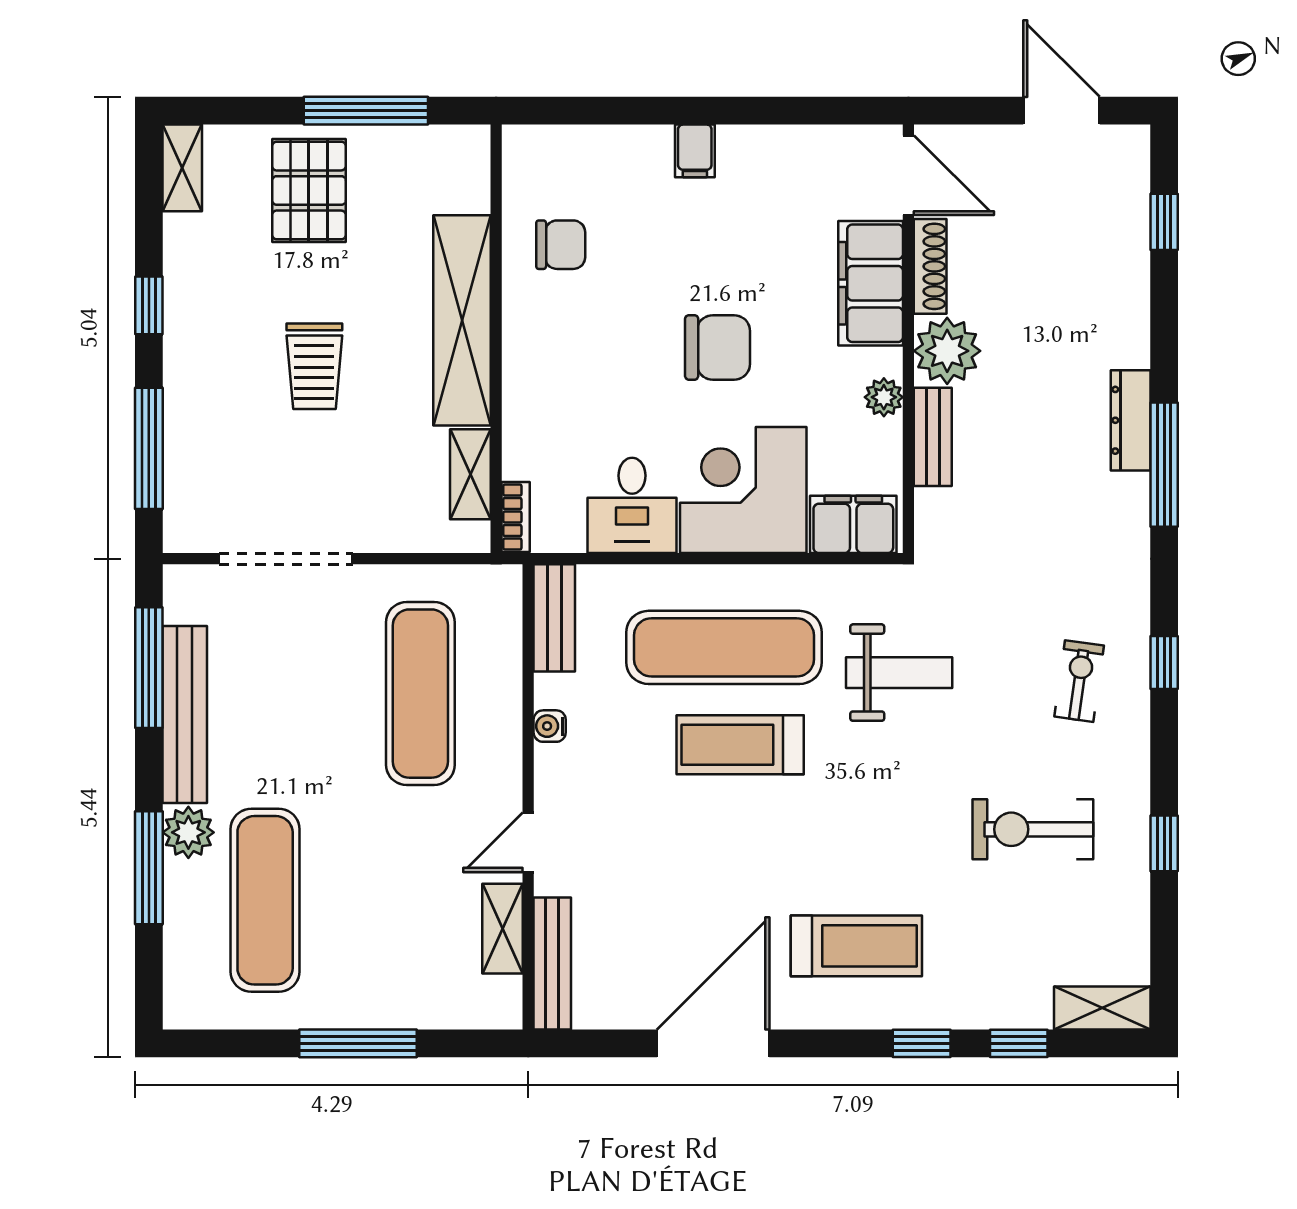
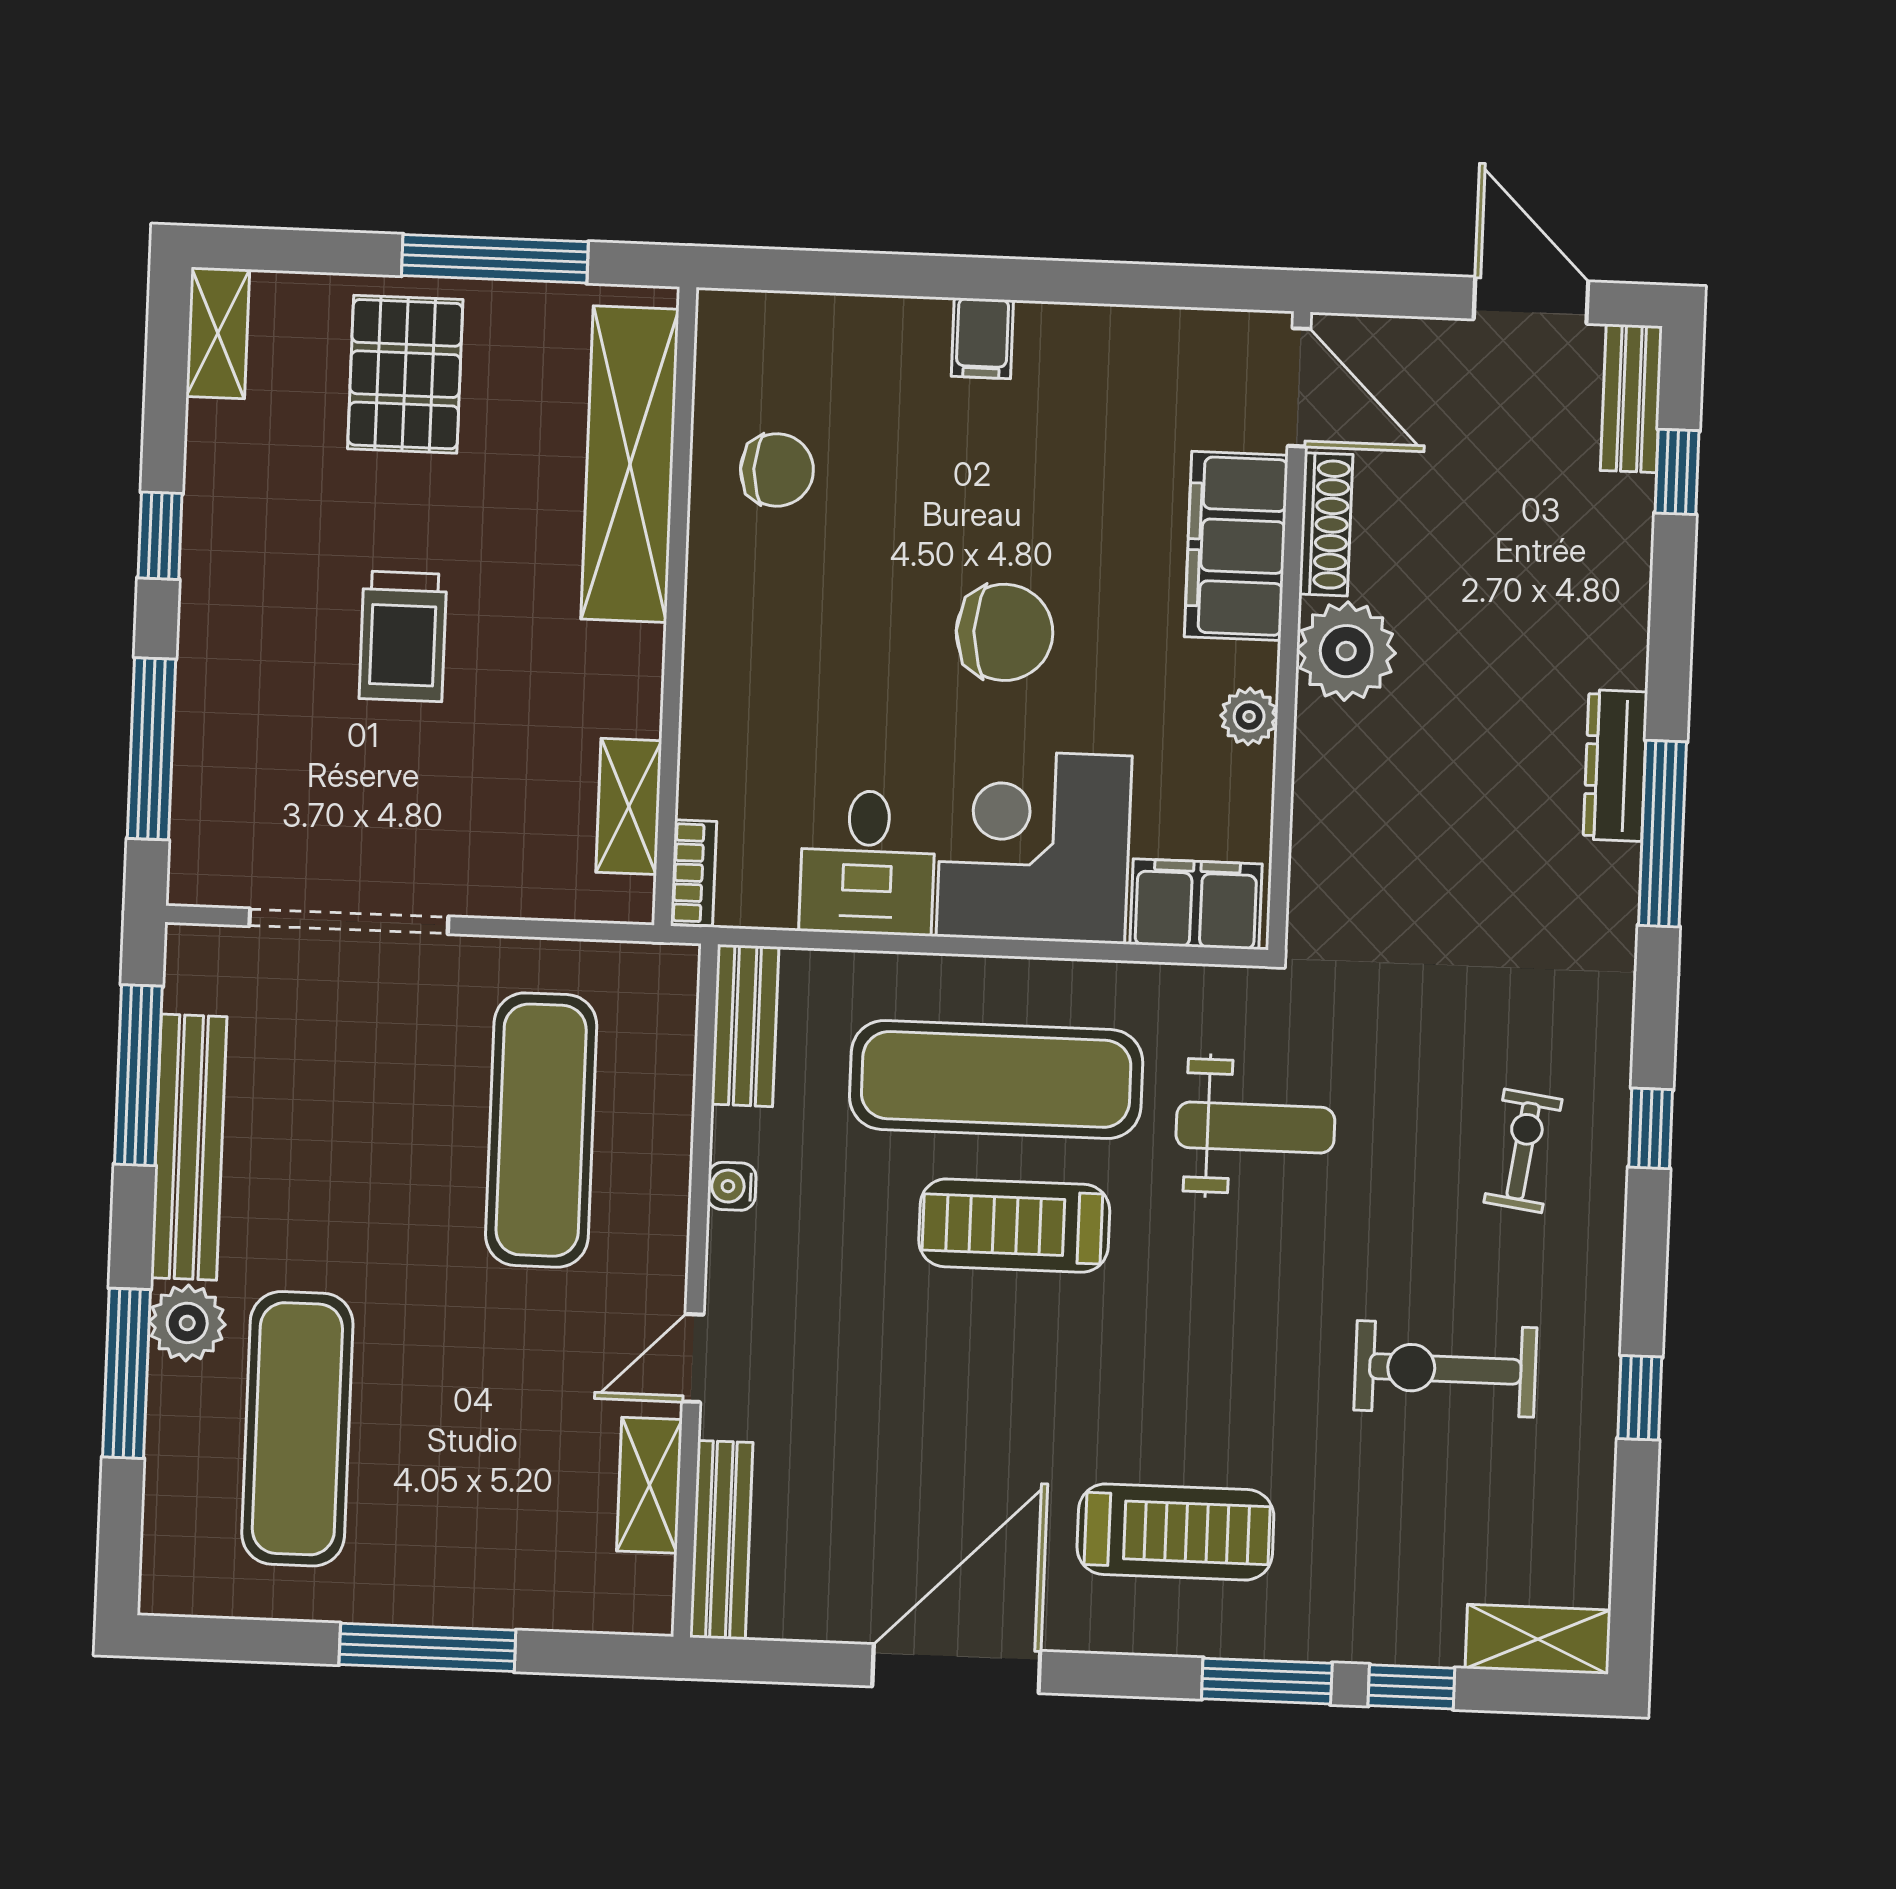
shelving: (462, 320) -> (630, 464), moved
bench: (933, 437) -> (1631, 398), moved
window: (922, 1043) -> (1267, 1681), width x1.50

